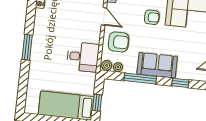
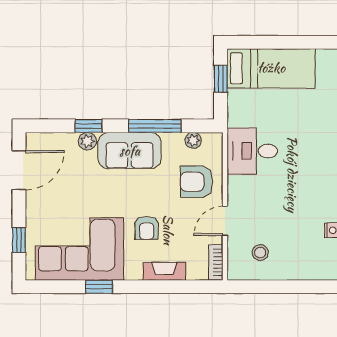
door: (104, 16) -> (225, 221), hinge flipped
armchair: (152, 17) -> (147, 228), turned -90
plant: (107, 65) -> (87, 141), moved

